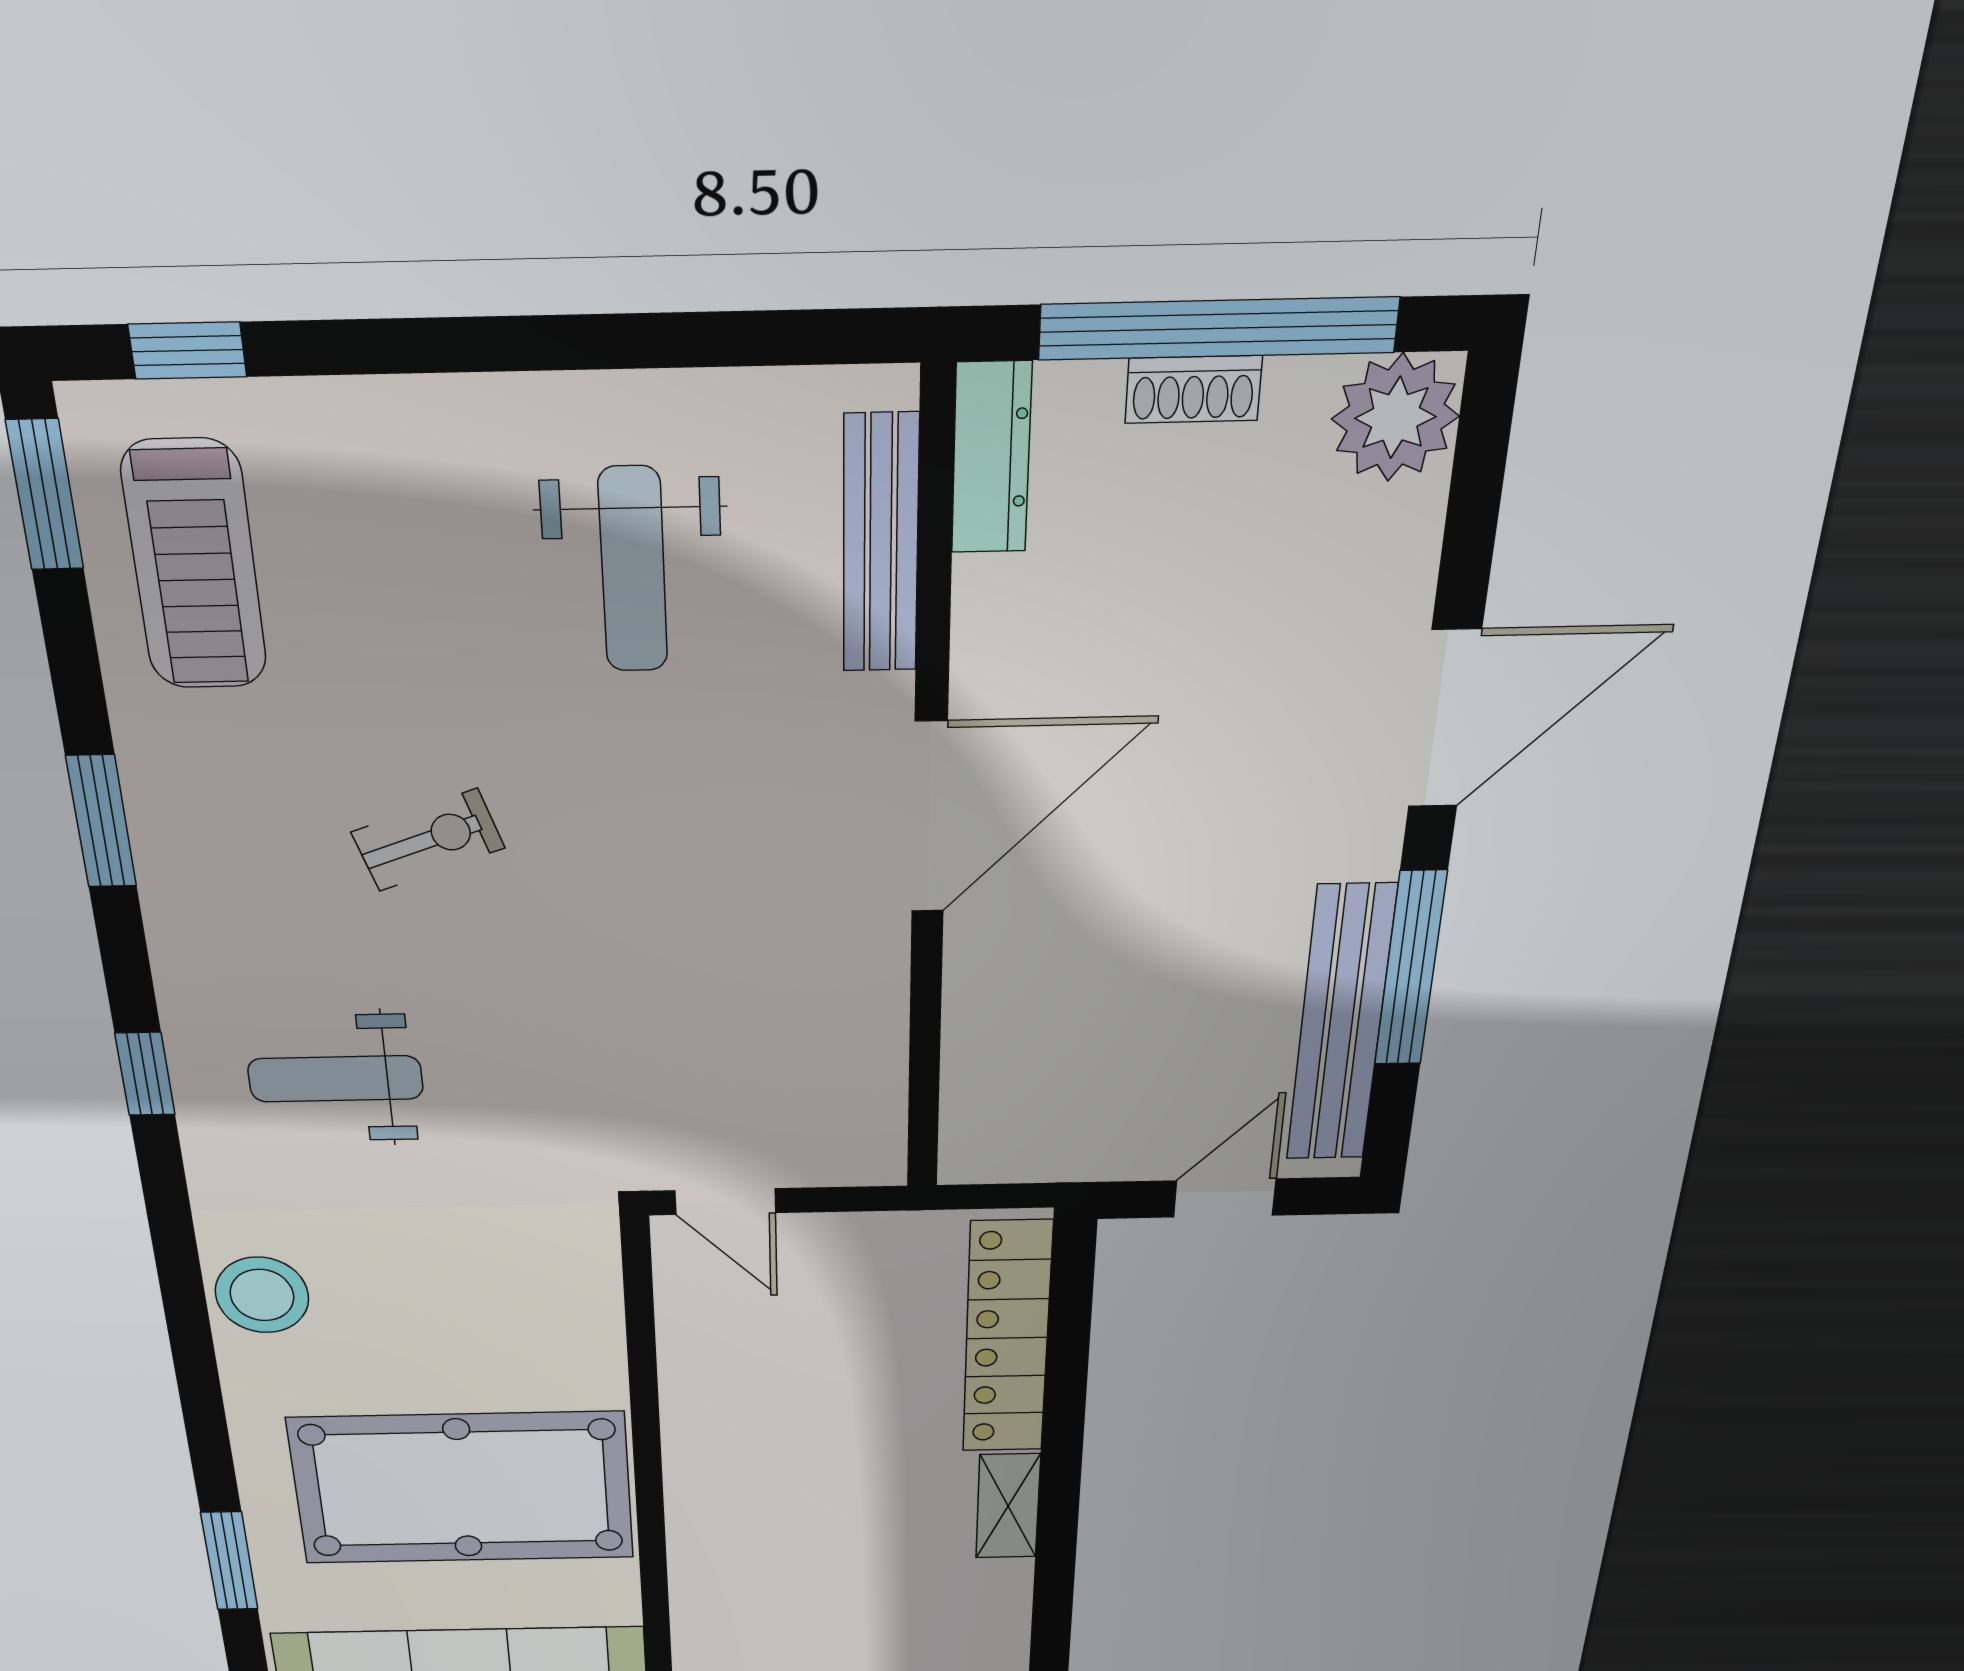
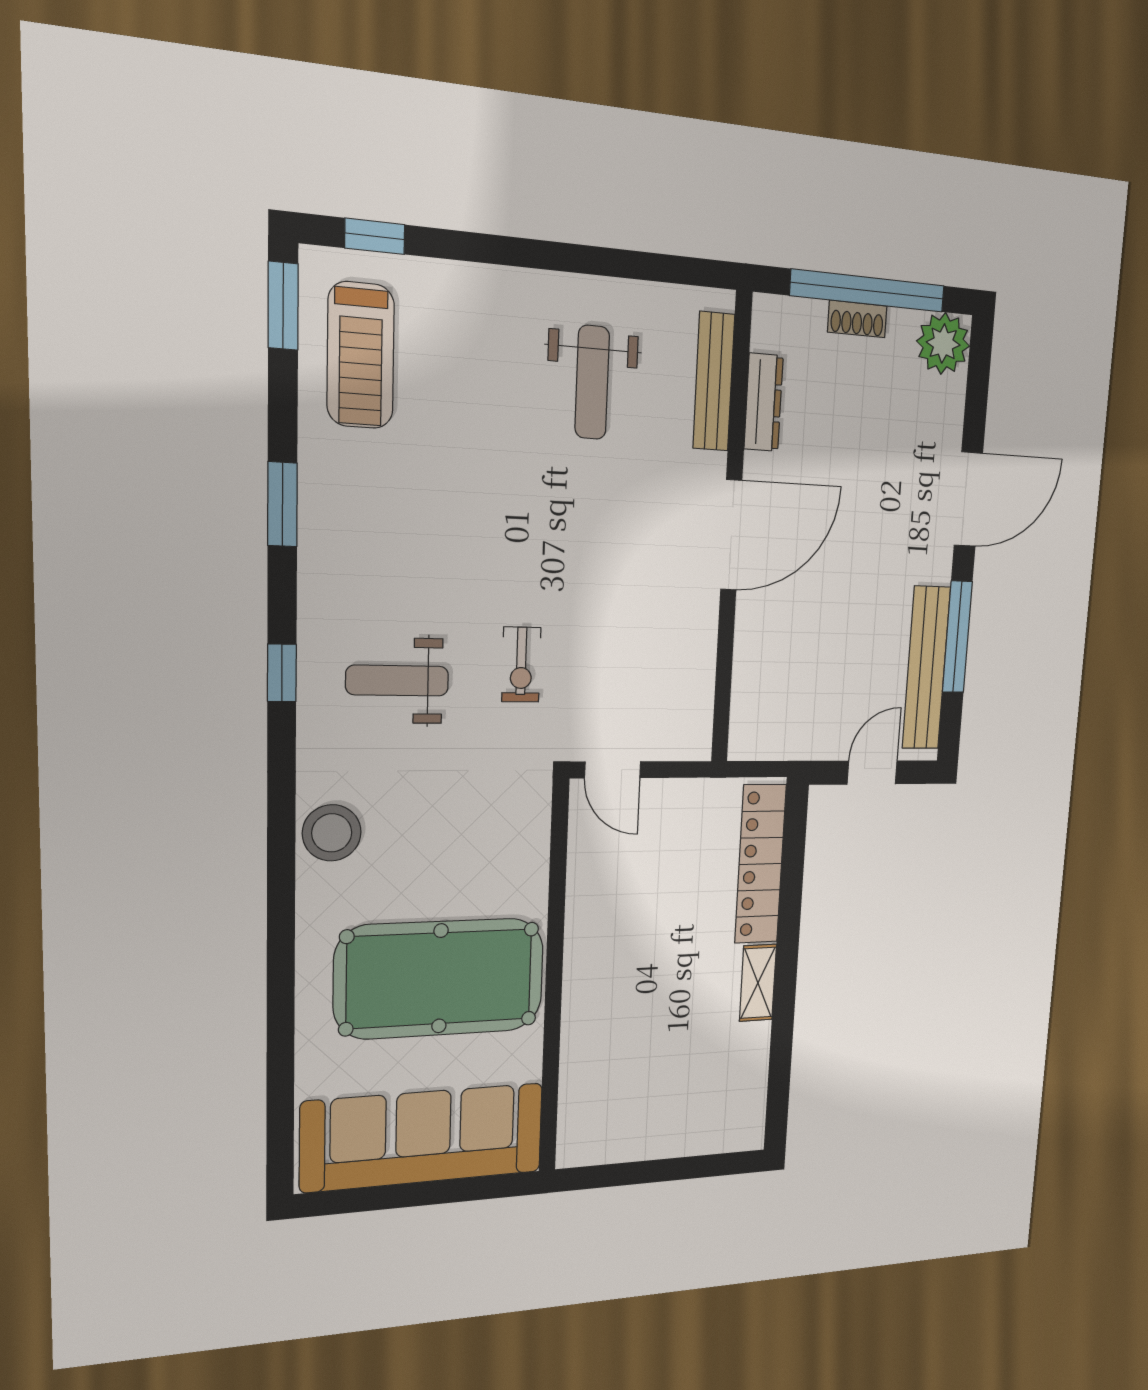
dresser: (991, 458) -> (764, 402), moved
exercise bike: (428, 840) -> (521, 665), moved, turned 109
window: (229, 1561) -> (281, 1042), removed

